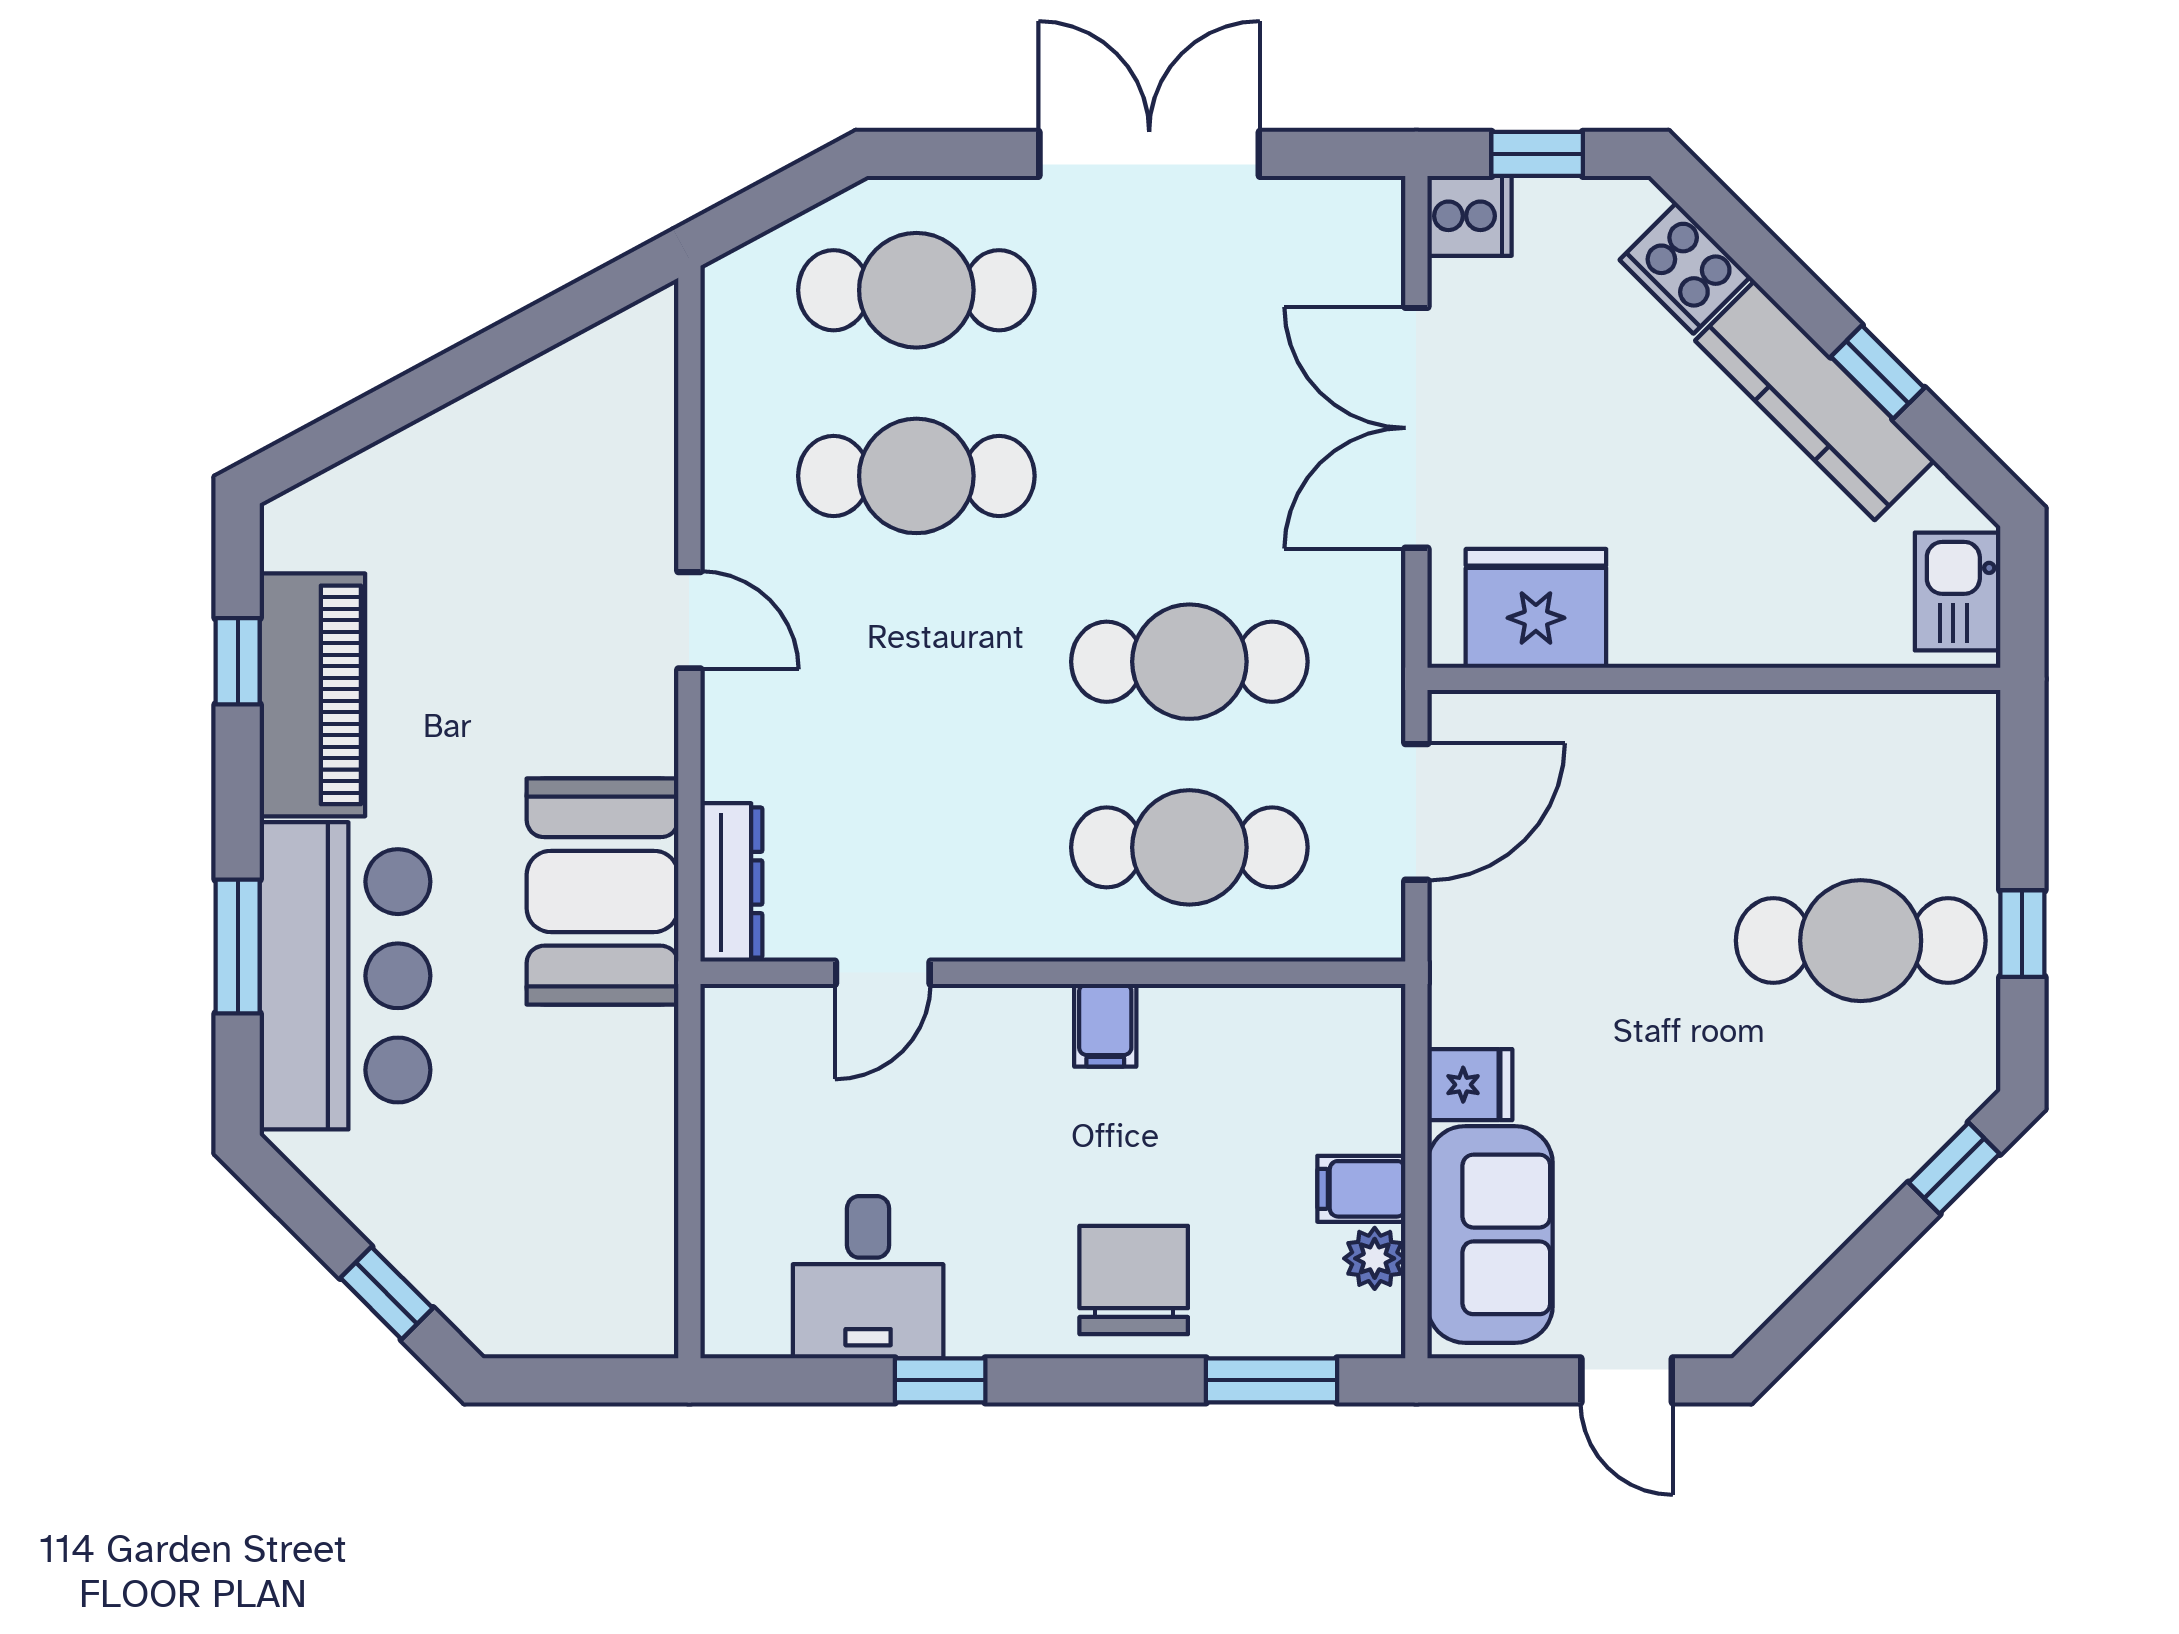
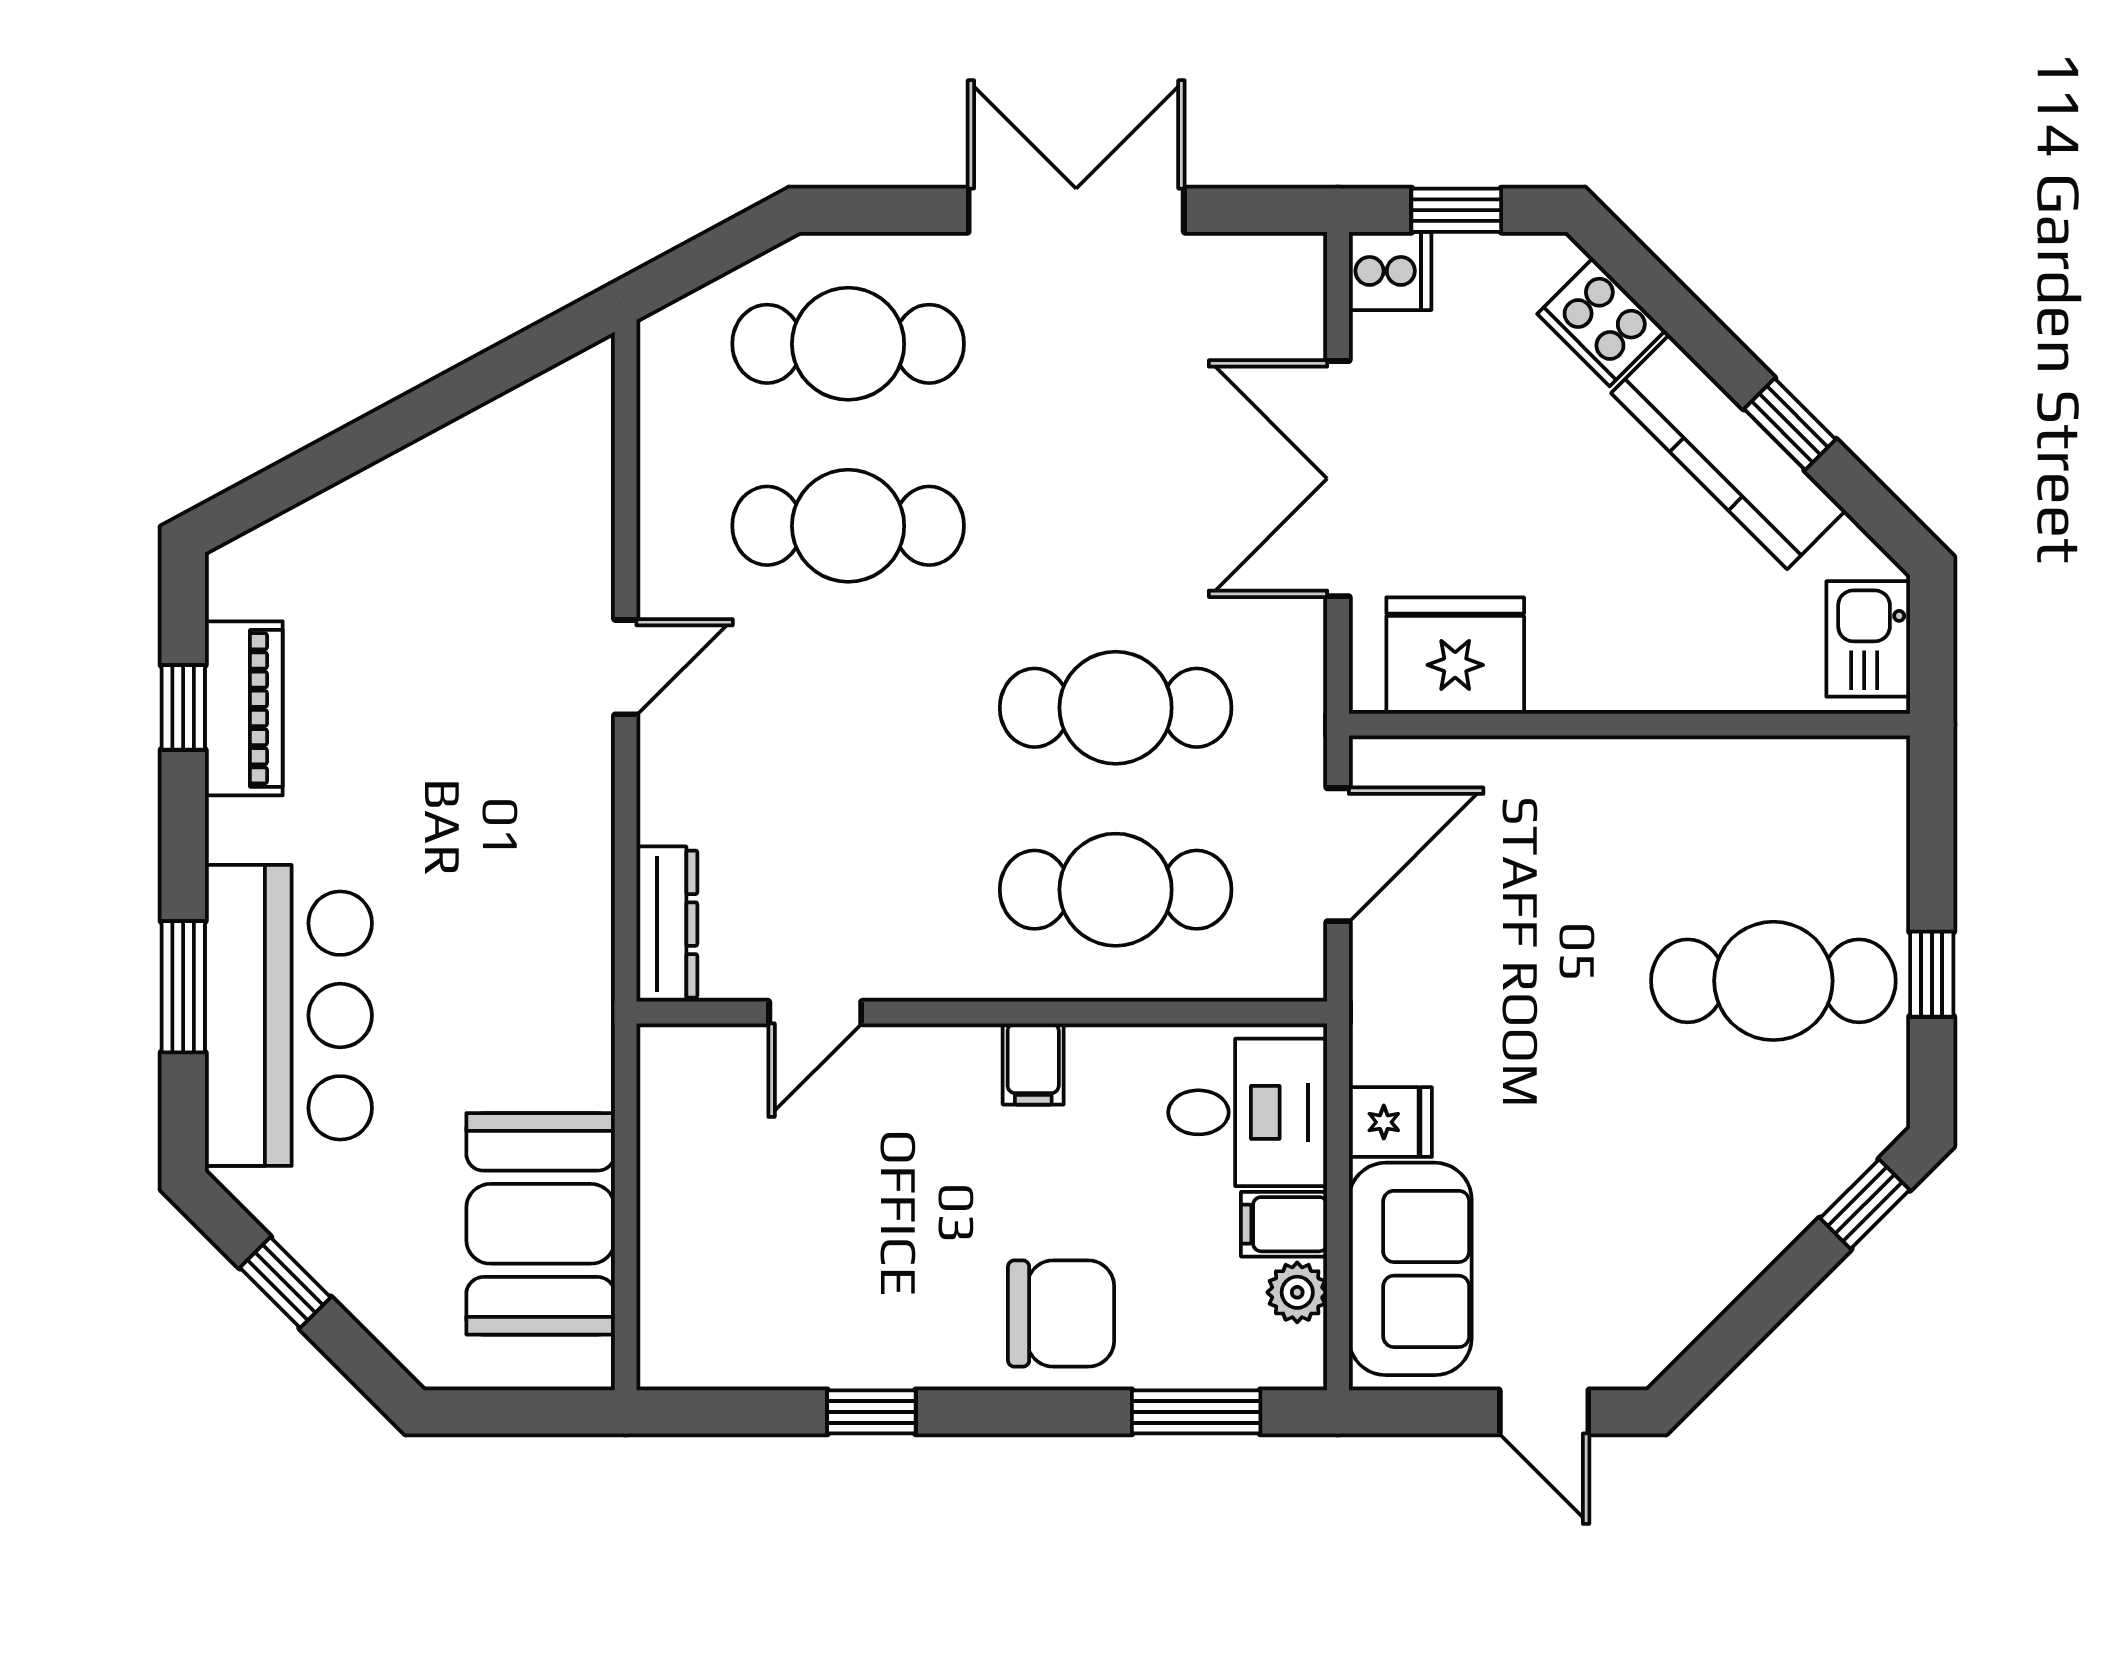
door: (689, 620) -> (626, 667), hinge flipped
piano: (312, 695) -> (244, 708), width x0.73, depth x0.75
booth: (602, 891) -> (541, 1224), moved
desk: (868, 1277) -> (1248, 1112), moved, turned -90
chair: (1134, 1280) -> (1061, 1314), turned 90
window: (387, 1293) -> (285, 1282), moved

